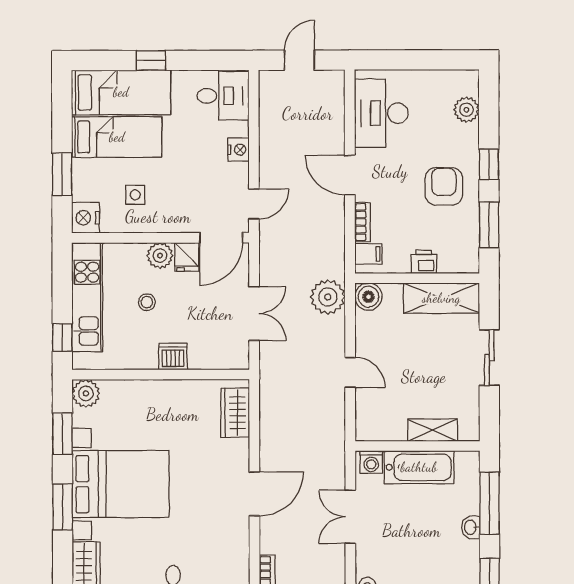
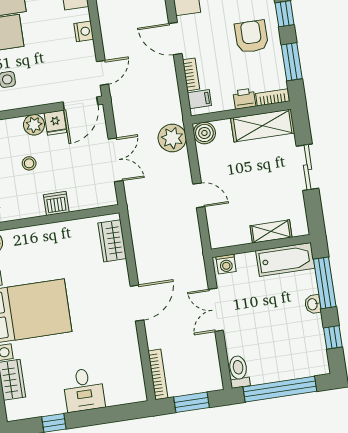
bookcase: (459, 265) -> (273, 97), added
bathtub: (419, 467) -> (285, 259), moved

